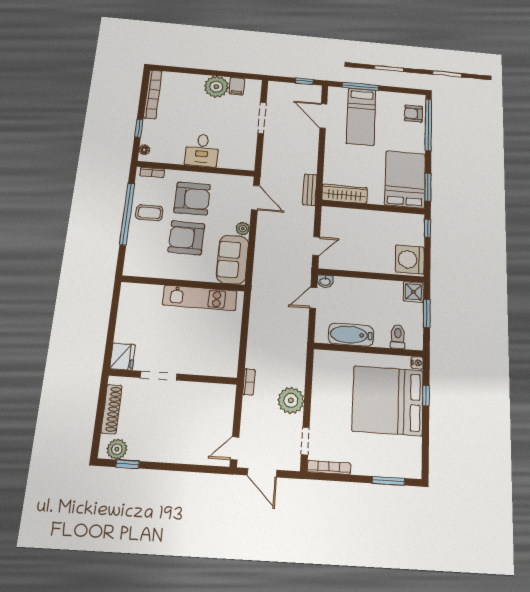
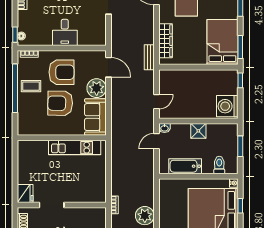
window: (139, 128) -> (15, 35), moved
wardrobe: (345, 194) -> (165, 41), moved, turned 90
plant: (243, 229) -> (97, 88), width x1.88, depth x1.88
shower: (413, 292) -> (198, 131), moved

